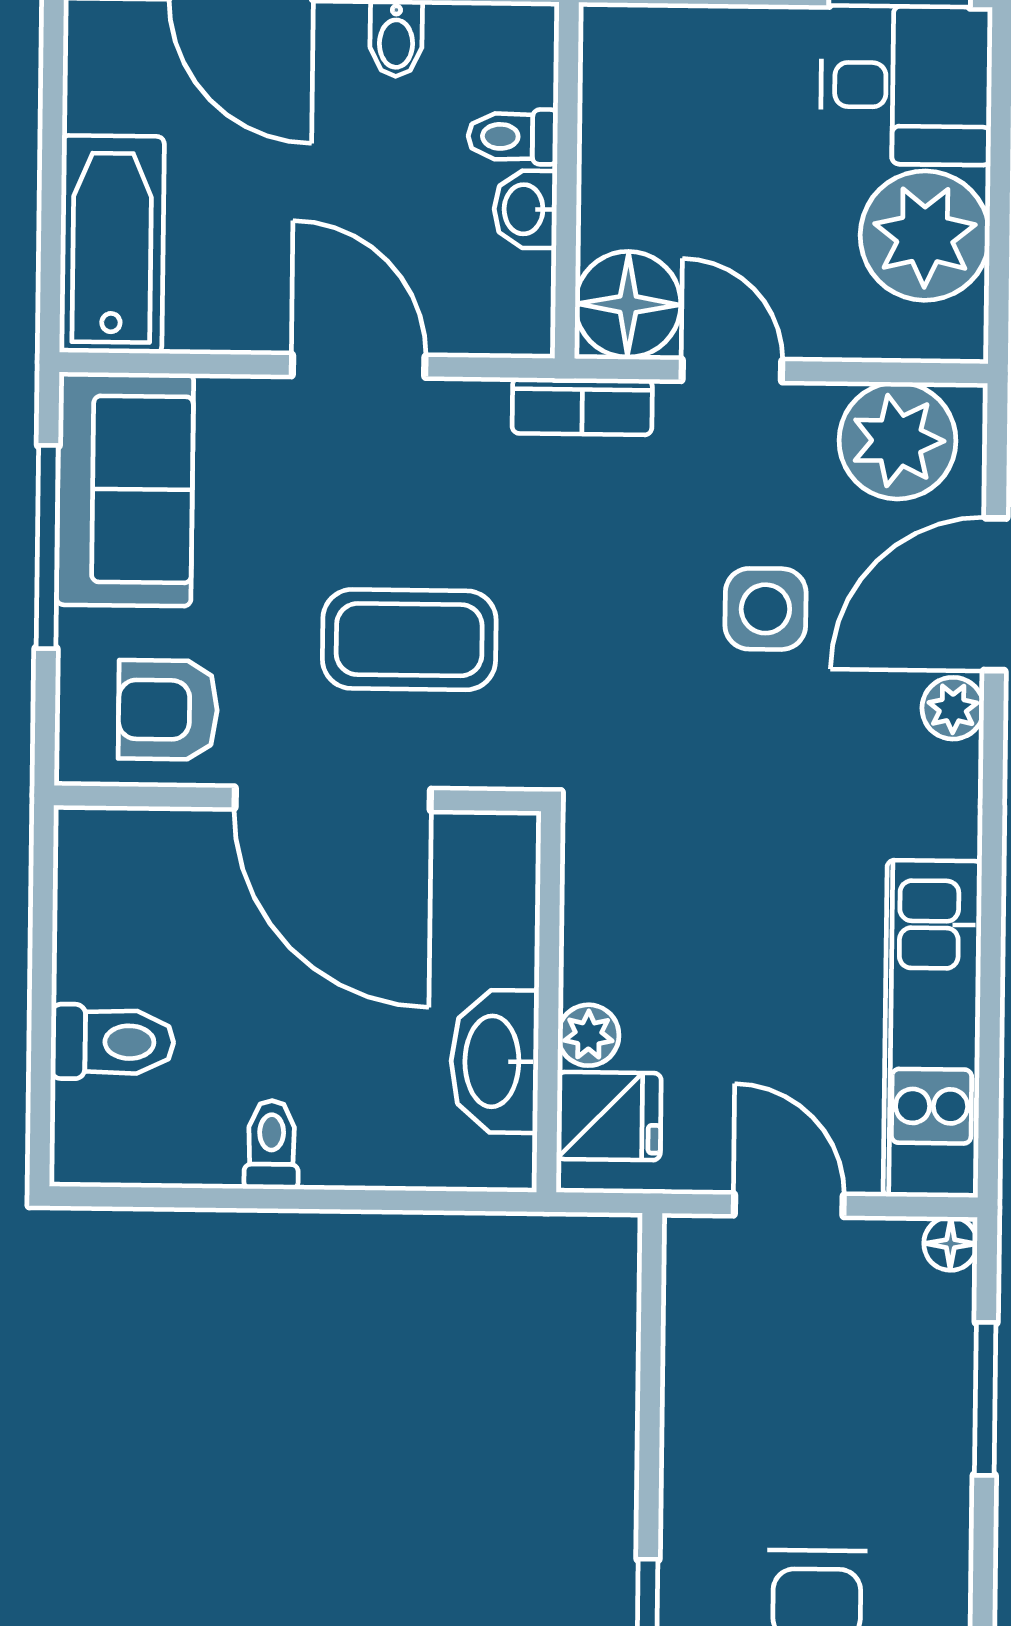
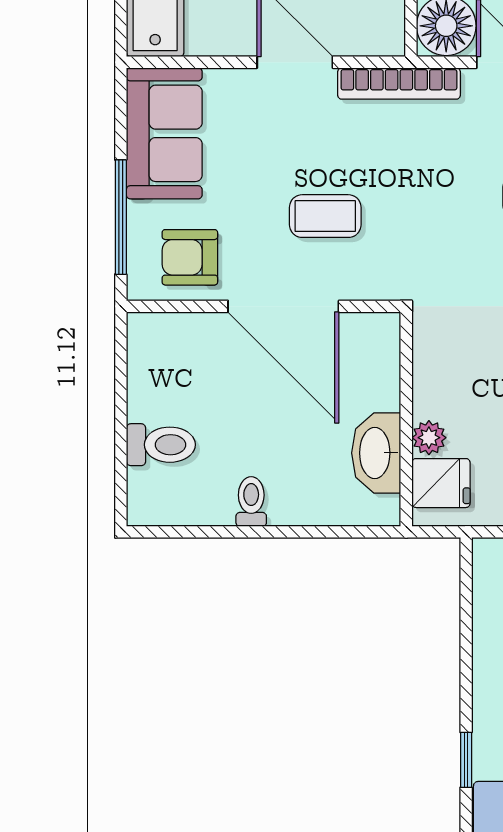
bookcase: (582, 406) -> (399, 84), width x1.56
window: (47, 547) -> (121, 217), moved
coffee table: (409, 640) -> (325, 216), width x0.73, depth x0.77

